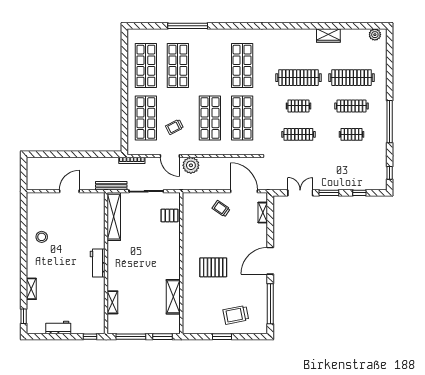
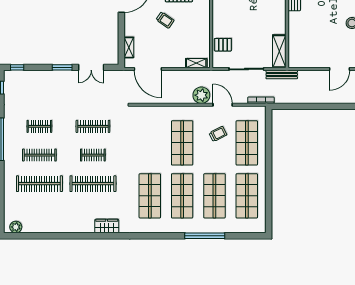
wardrobe: (328, 36) -> (107, 226), moved
shop shelf: (242, 118) -> (182, 196), moved
door: (69, 191) -> (340, 69), moved
window: (359, 193) -> (17, 67), moved
shelving: (196, 197) -> (196, 63), added
trolley: (221, 209) -> (165, 20), moved
shelving: (114, 217) -> (279, 51), width x0.68

